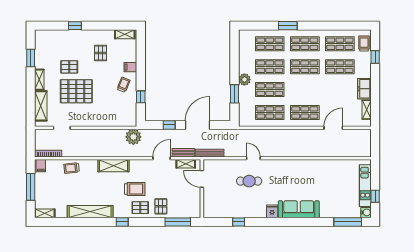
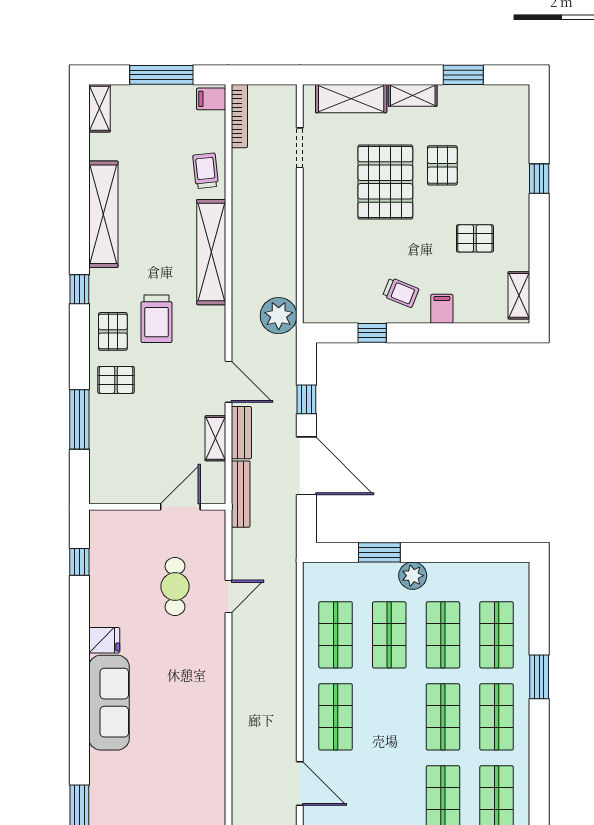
shelving: (113, 166) -> (211, 252), width x1.47
door: (202, 179) -> (180, 507), moved
wall: (202, 189) -> (157, 507), moved

